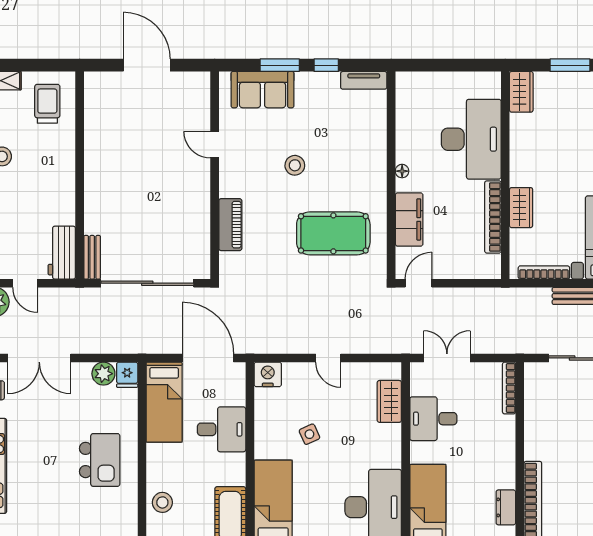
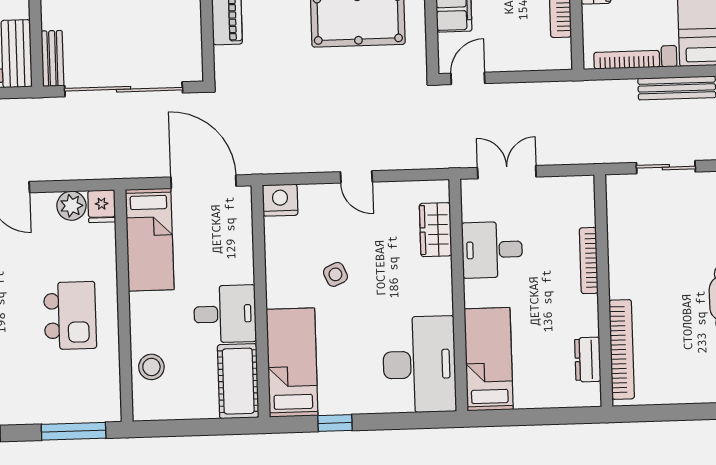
bookcase: (509, 388) -> (589, 261), moved
desk: (222, 429) -> (225, 314), moved

